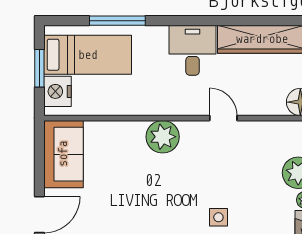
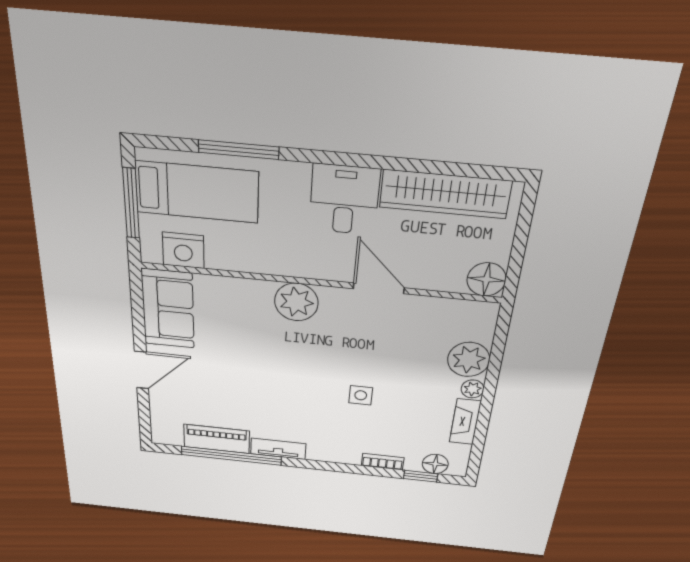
window: (39, 68) -> (131, 203), width x1.44
nightstand: (58, 91) -> (183, 250), moved, turned -90
door: (223, 118) -> (379, 288), width x1.37

